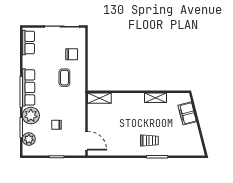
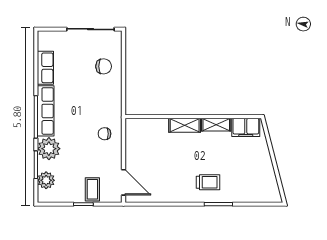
row of seats: (28, 43) -> (45, 68), moved
coffee table: (64, 78) -> (92, 189), moved
shelving: (99, 98) -> (185, 125), moved
filing cabinet: (187, 113) -> (246, 127), moved, turned -76
chair: (57, 125) -> (104, 134), moved

